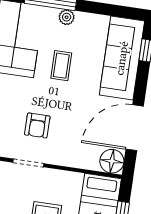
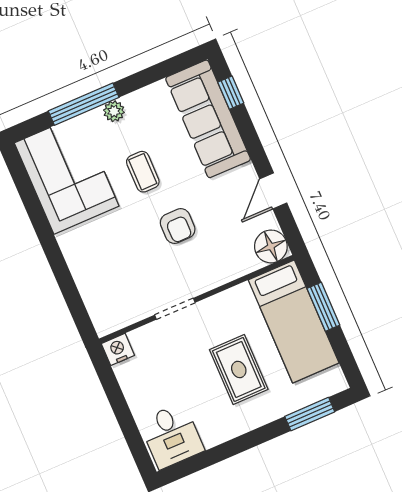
armchair: (37, 125) -> (178, 226), moved
door: (135, 128) -> (273, 191), width x0.53

